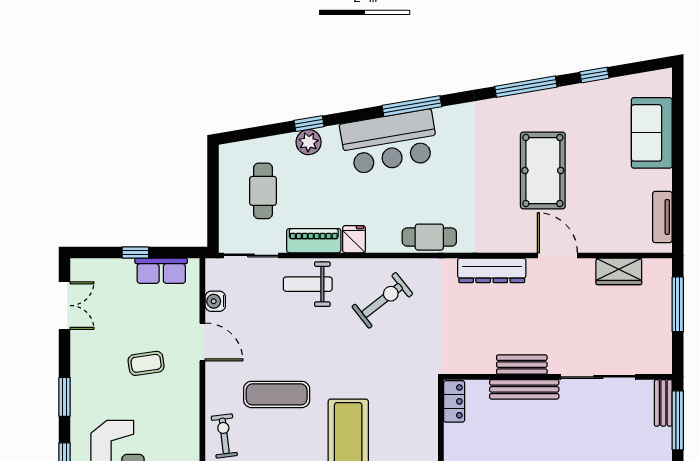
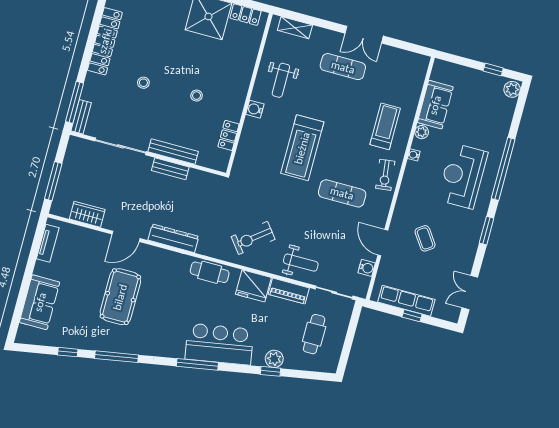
fridge: (354, 239) -> (253, 286), width x1.88, depth x1.34
door: (557, 255) -> (126, 236), hinge flipped
row of seats: (161, 271) -> (406, 301), width x1.48
coffee table: (146, 363) -> (425, 238), turned 63
locker: (454, 401) -> (228, 135), moved

